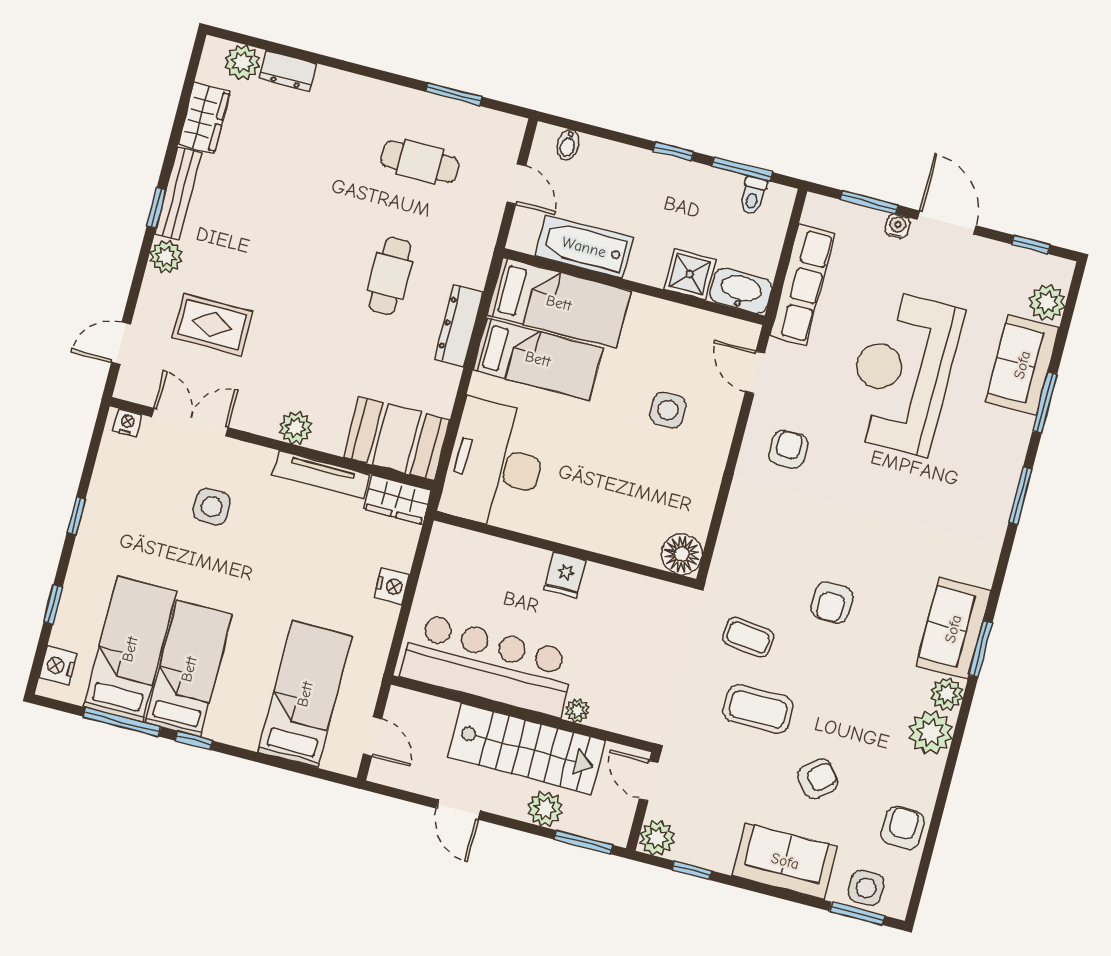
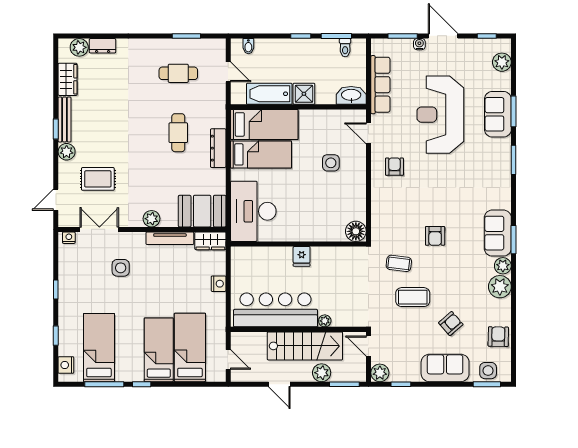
shower: (690, 274) -> (304, 94), moved
sofa: (1022, 365) -> (498, 114), moved
bed: (189, 669) -> (159, 350), moved

